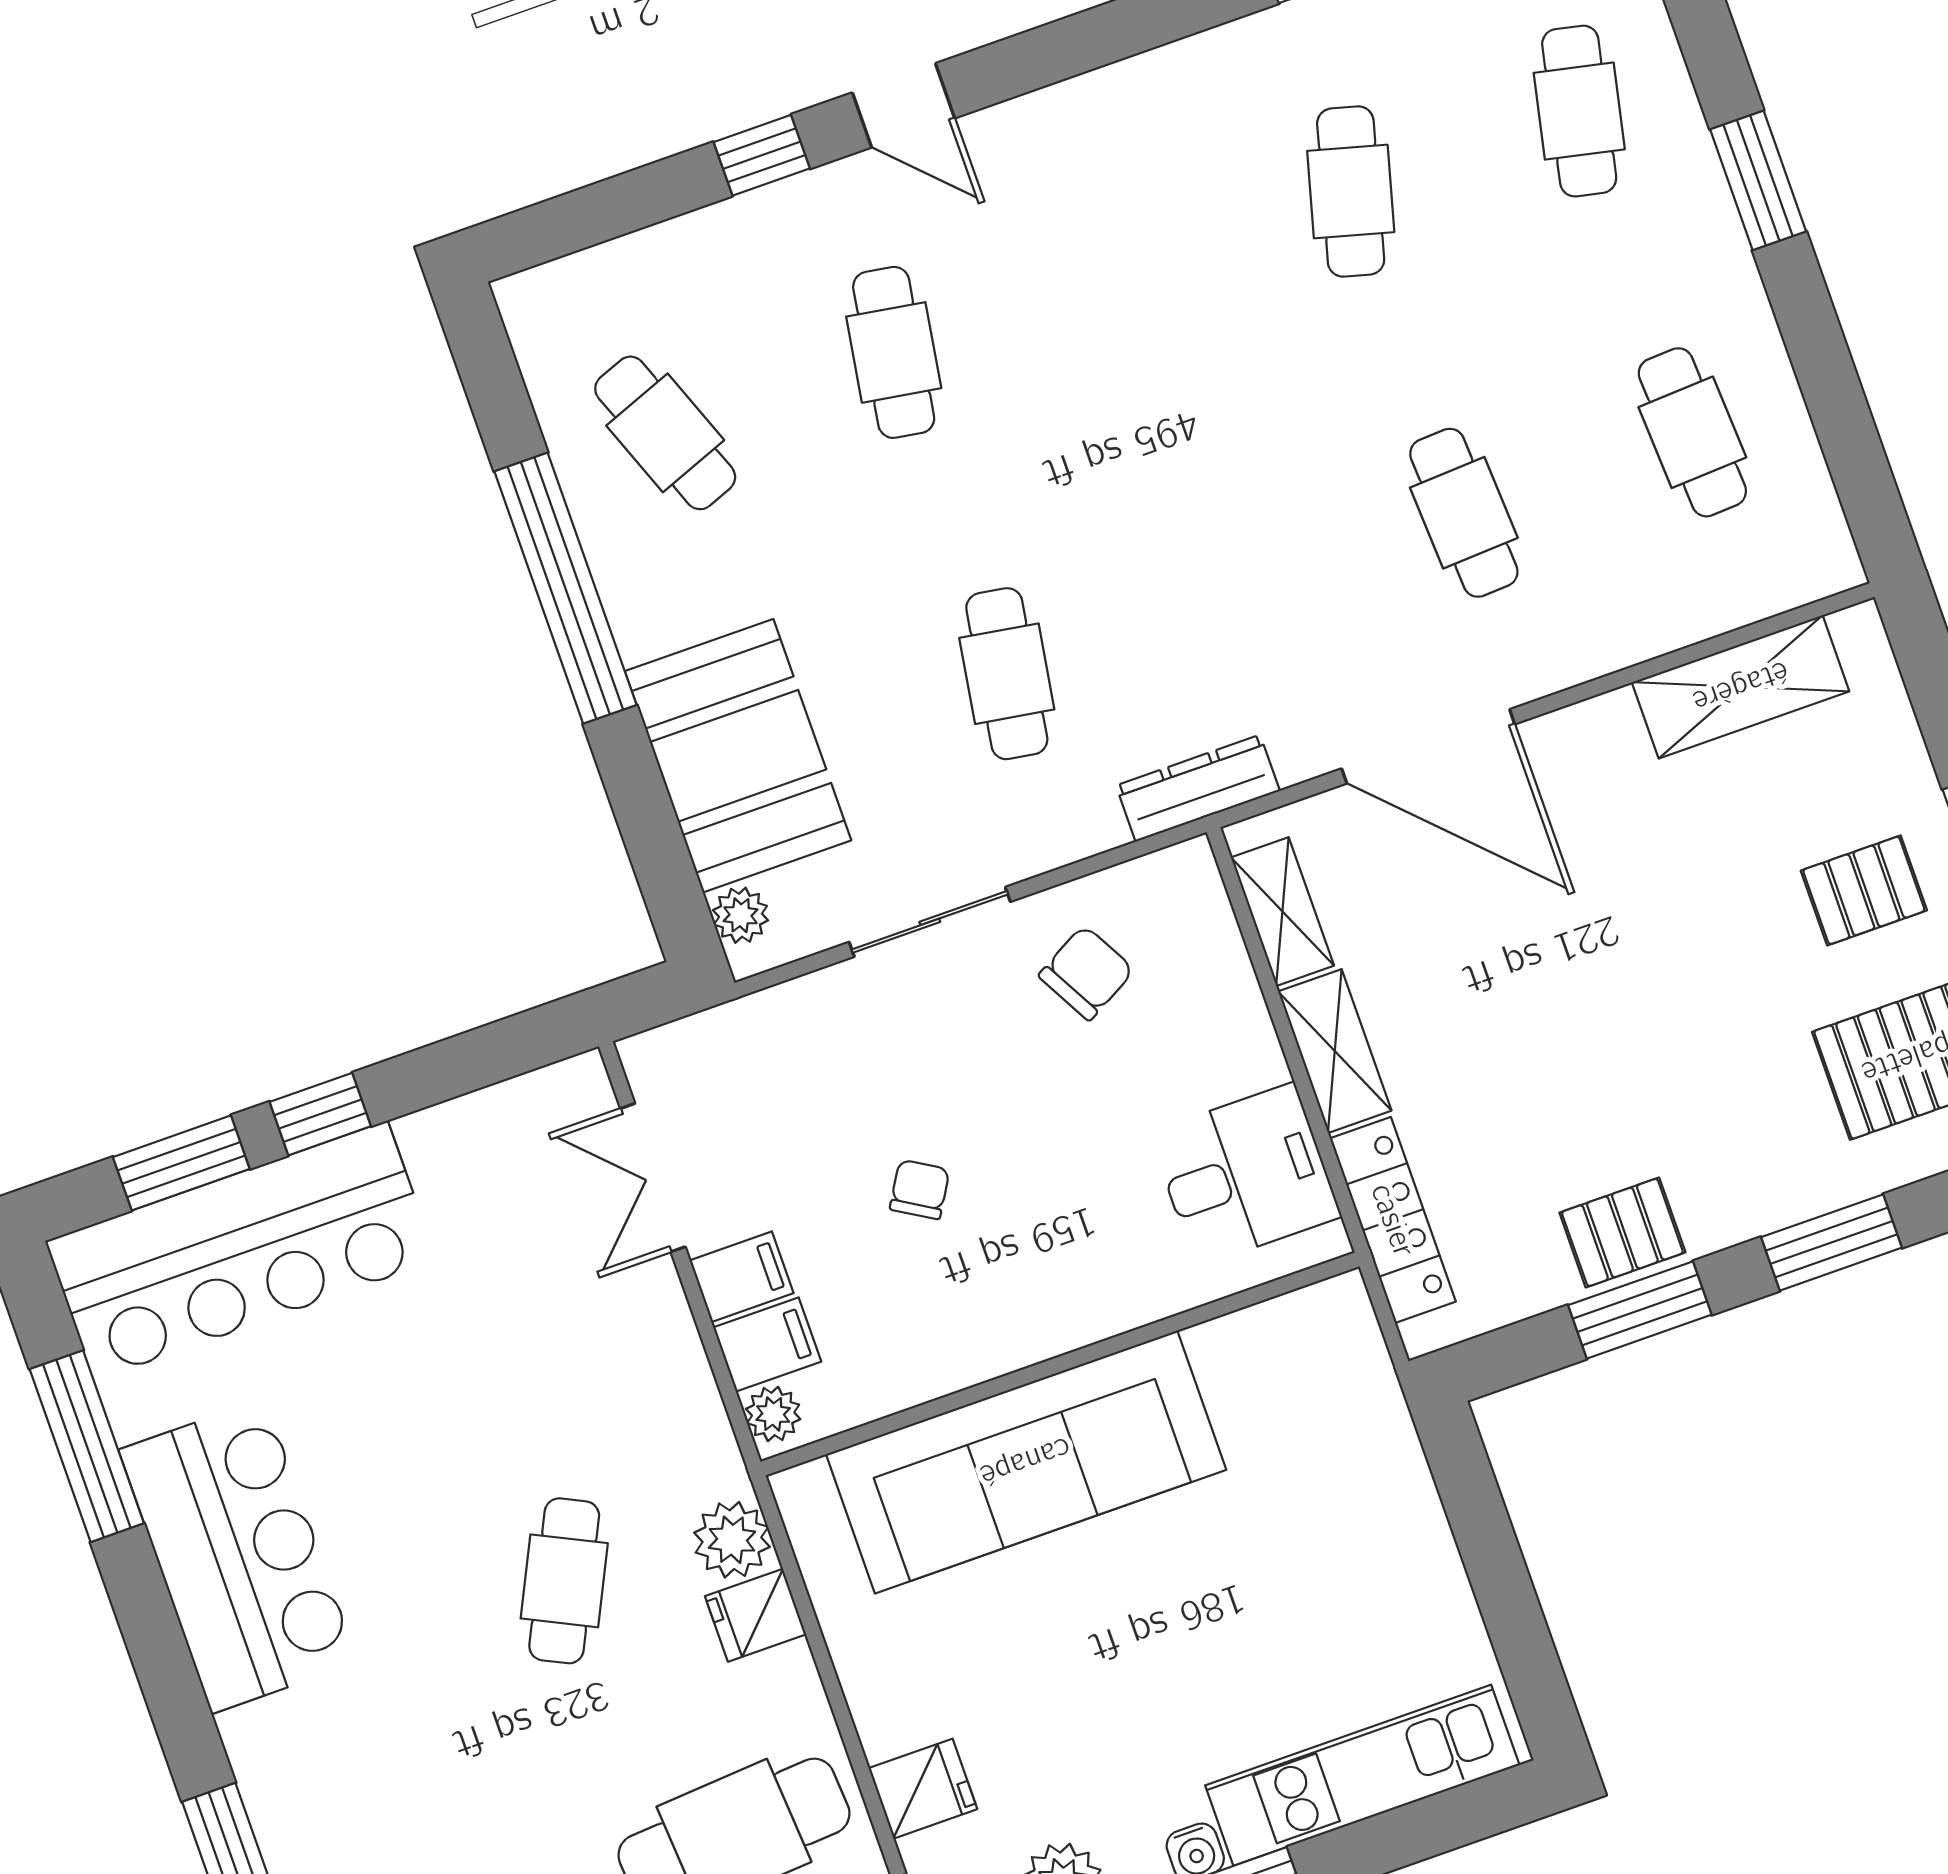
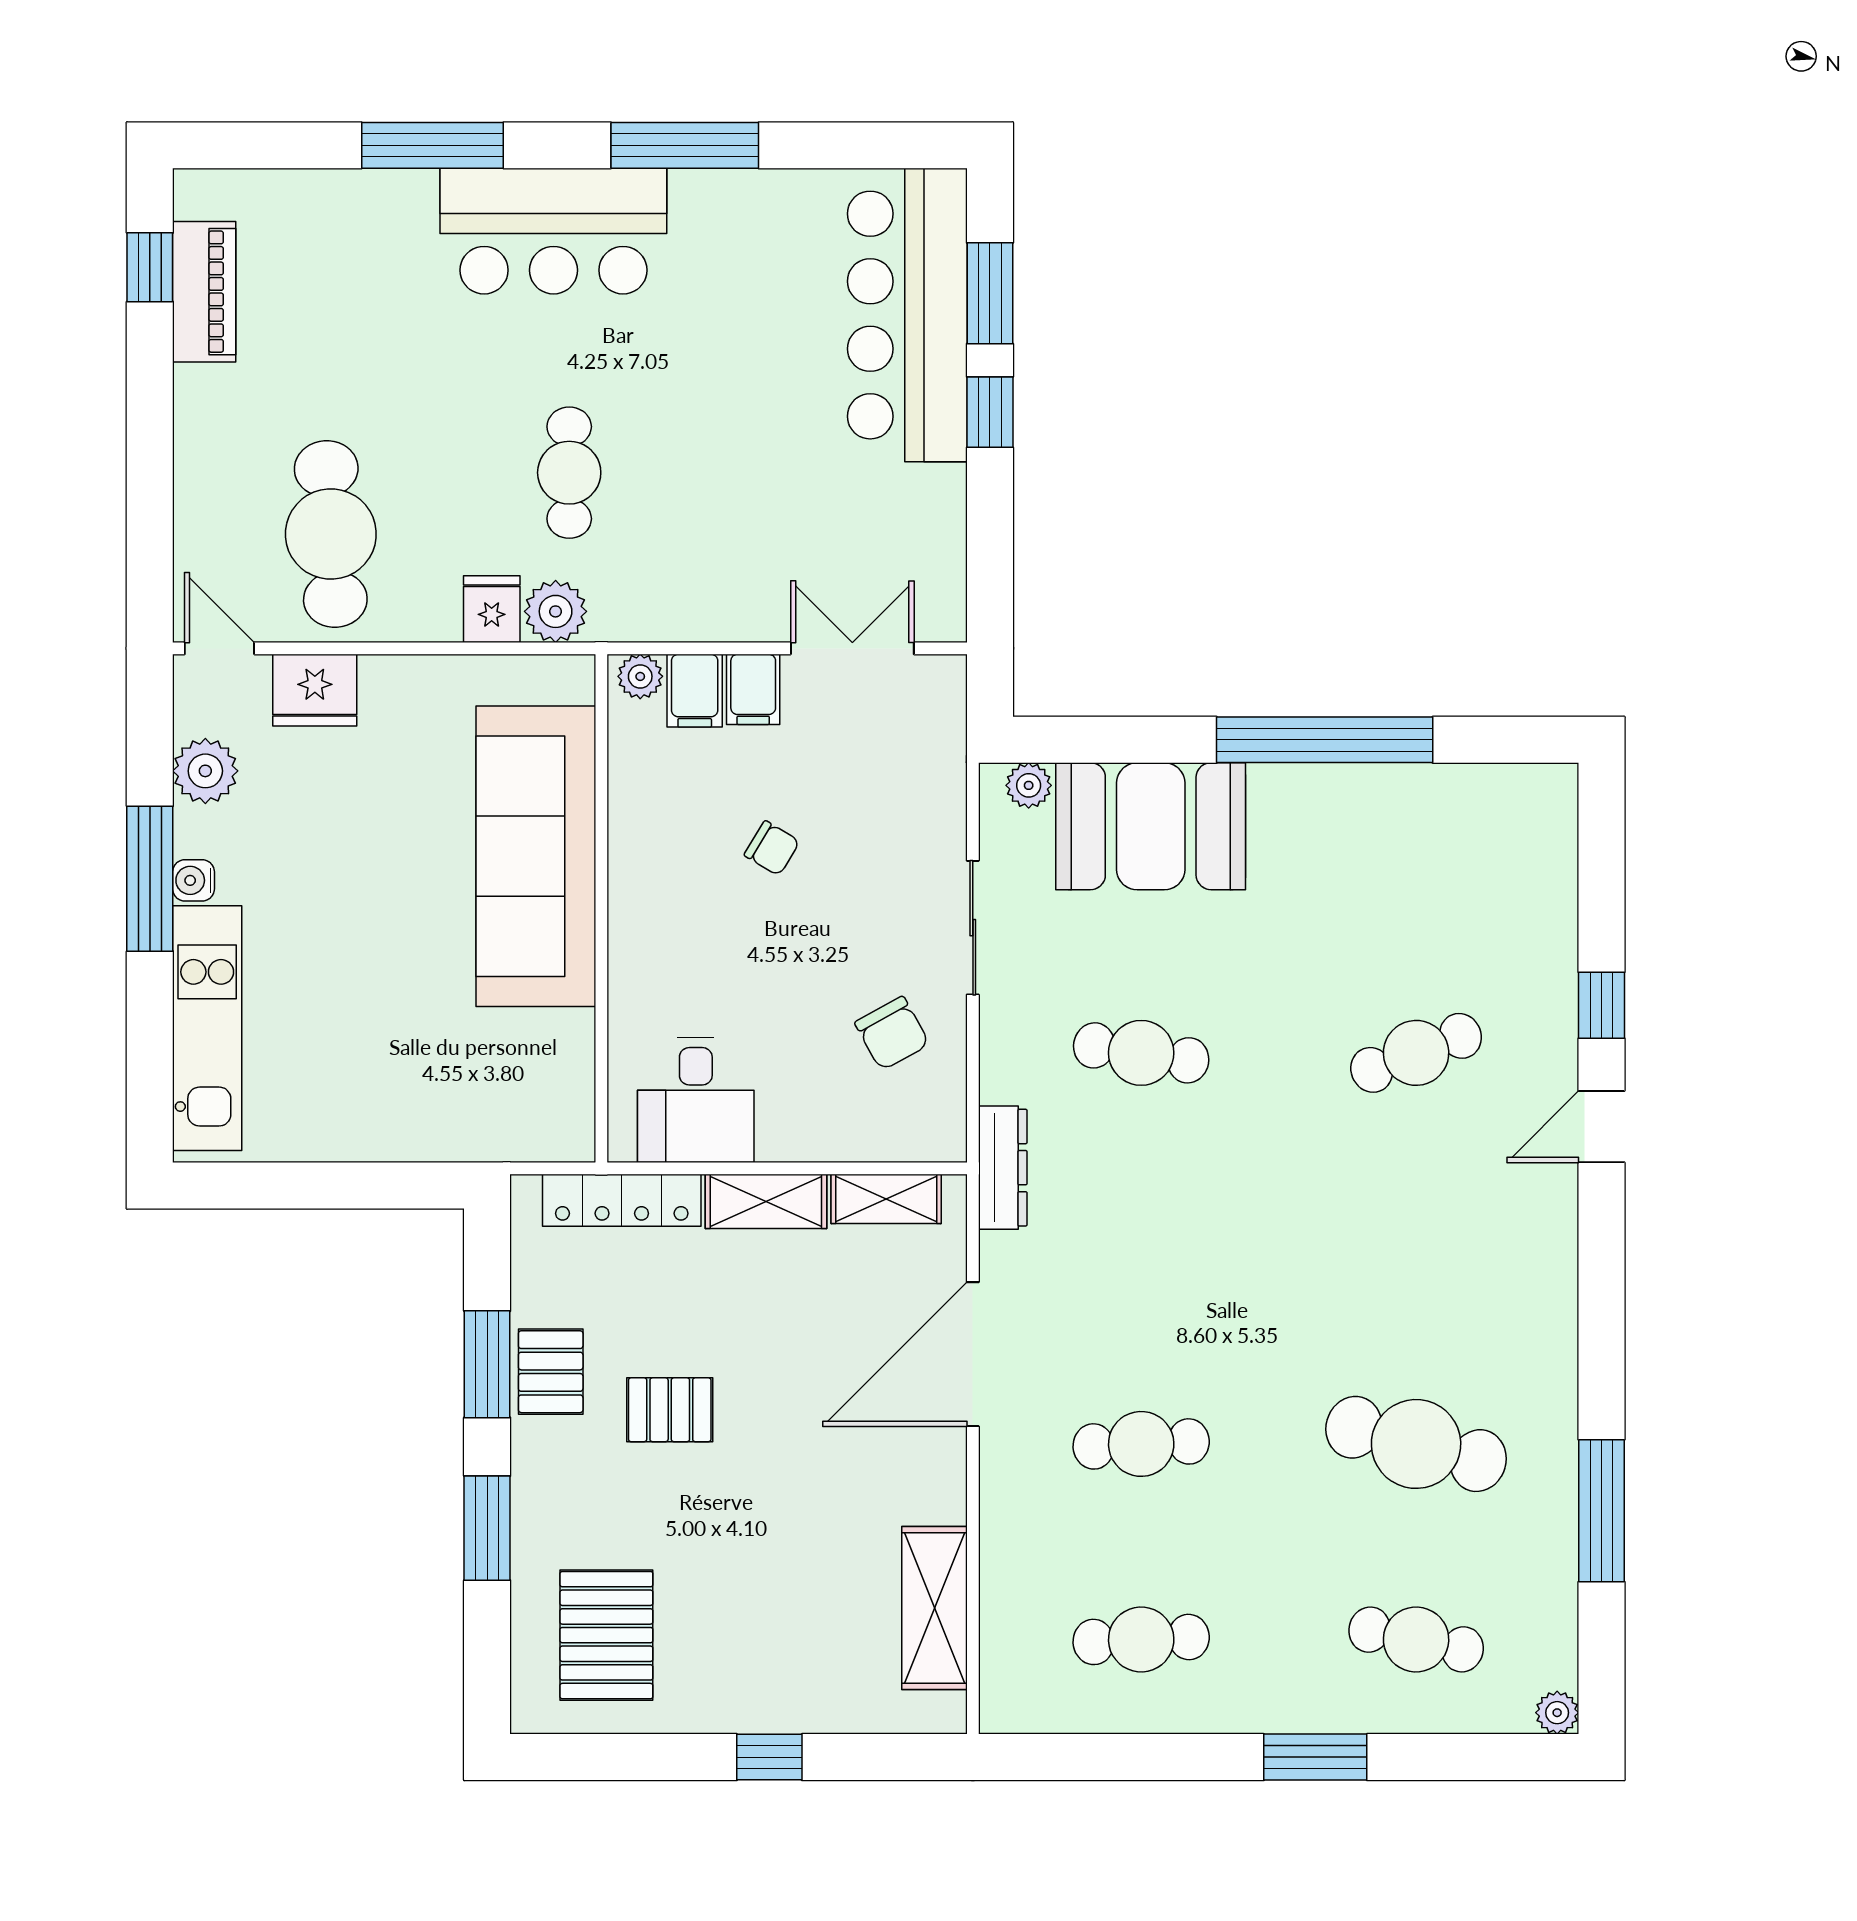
cafe table: (1351, 191) -> (1416, 1444), width x1.37, depth x1.35
cafe table: (894, 352) -> (1416, 1053), turned -30
cafe table: (665, 433) -> (1416, 857), removed
pallet: (1864, 890) -> (670, 1410), moved, turned 90
window: (87, 1446) -> (685, 145), moved
bar counter: (238, 1556) -> (553, 231), moved
cafe table: (564, 1581) -> (569, 473), turned 64
fridge: (923, 1789) -> (315, 690), width x1.38

